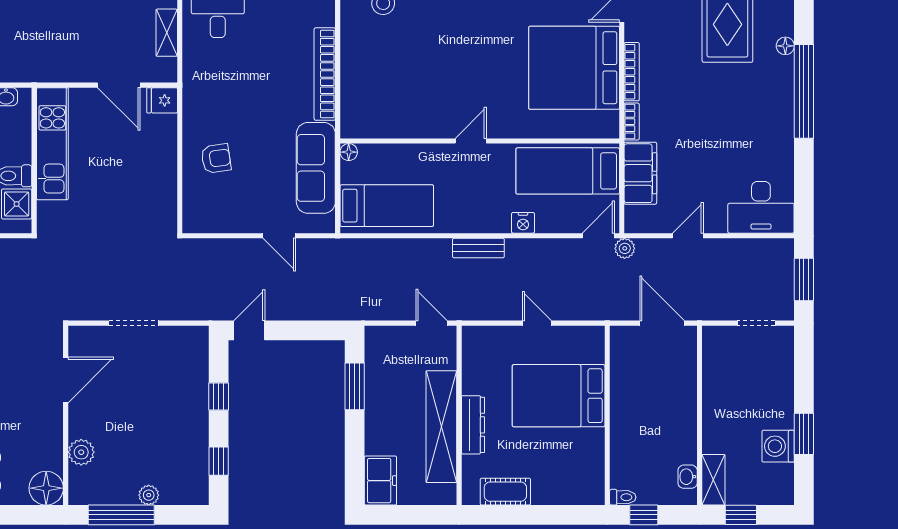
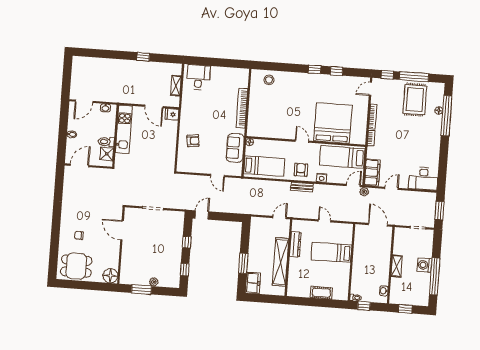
bed: (574, 68) -> (333, 123), moved, turned 90
window: (804, 91) -> (446, 116), moved
door: (471, 141) -> (302, 141), hinge flipped
sofa: (316, 168) -> (235, 148), width x0.73
filing cabinet: (640, 173) -> (372, 173), moved
armchair: (473, 208) -> (301, 170), added
door: (432, 323) -> (280, 218), hinge flipped
door: (66, 380) -> (122, 230), swing flipped
window: (355, 386) -> (243, 263), moved
bed: (559, 396) -> (331, 252), width x0.67
dresser: (473, 425) -> (295, 244), moved
window: (804, 434) -> (435, 276), width x2.11
washing machine: (778, 446) -> (424, 265), moved
plant: (81, 452) -> (126, 262), removed
shelving: (713, 480) -> (397, 266), moved
cot: (505, 492) -> (321, 293), moved
window: (121, 515) -> (142, 289), width x0.69

